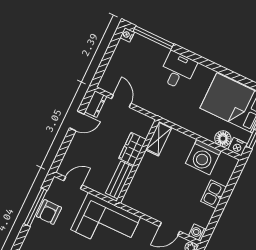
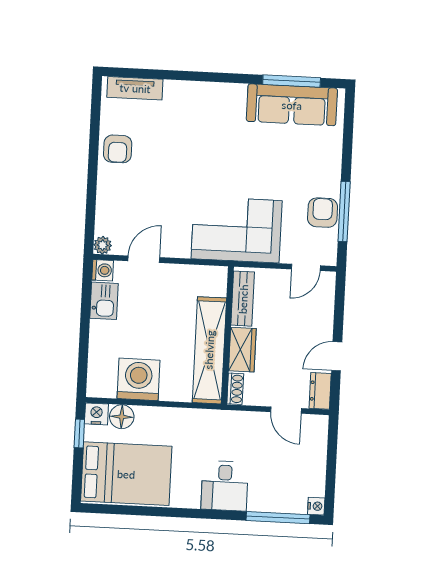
shoe rack: (147, 127) -> (235, 389), added
shelving: (159, 139) -> (209, 350), width x2.20, depth x1.33
kitchen sink: (214, 194) -> (104, 301), moved

